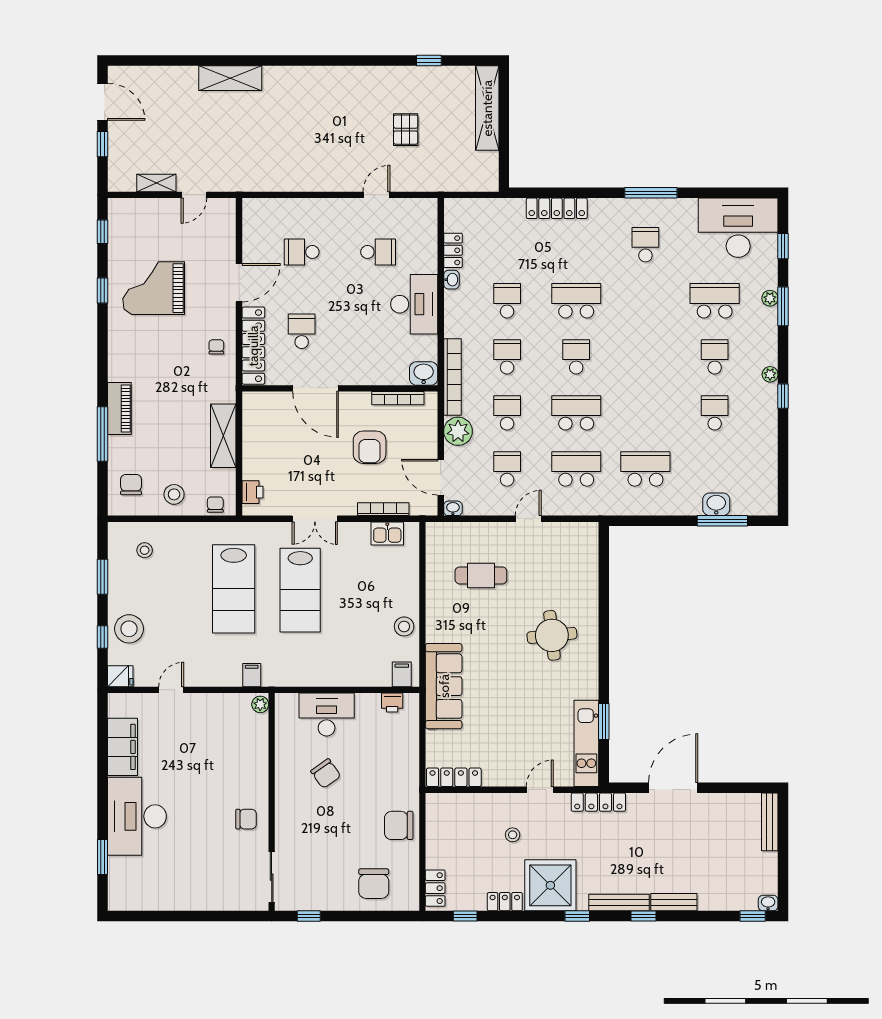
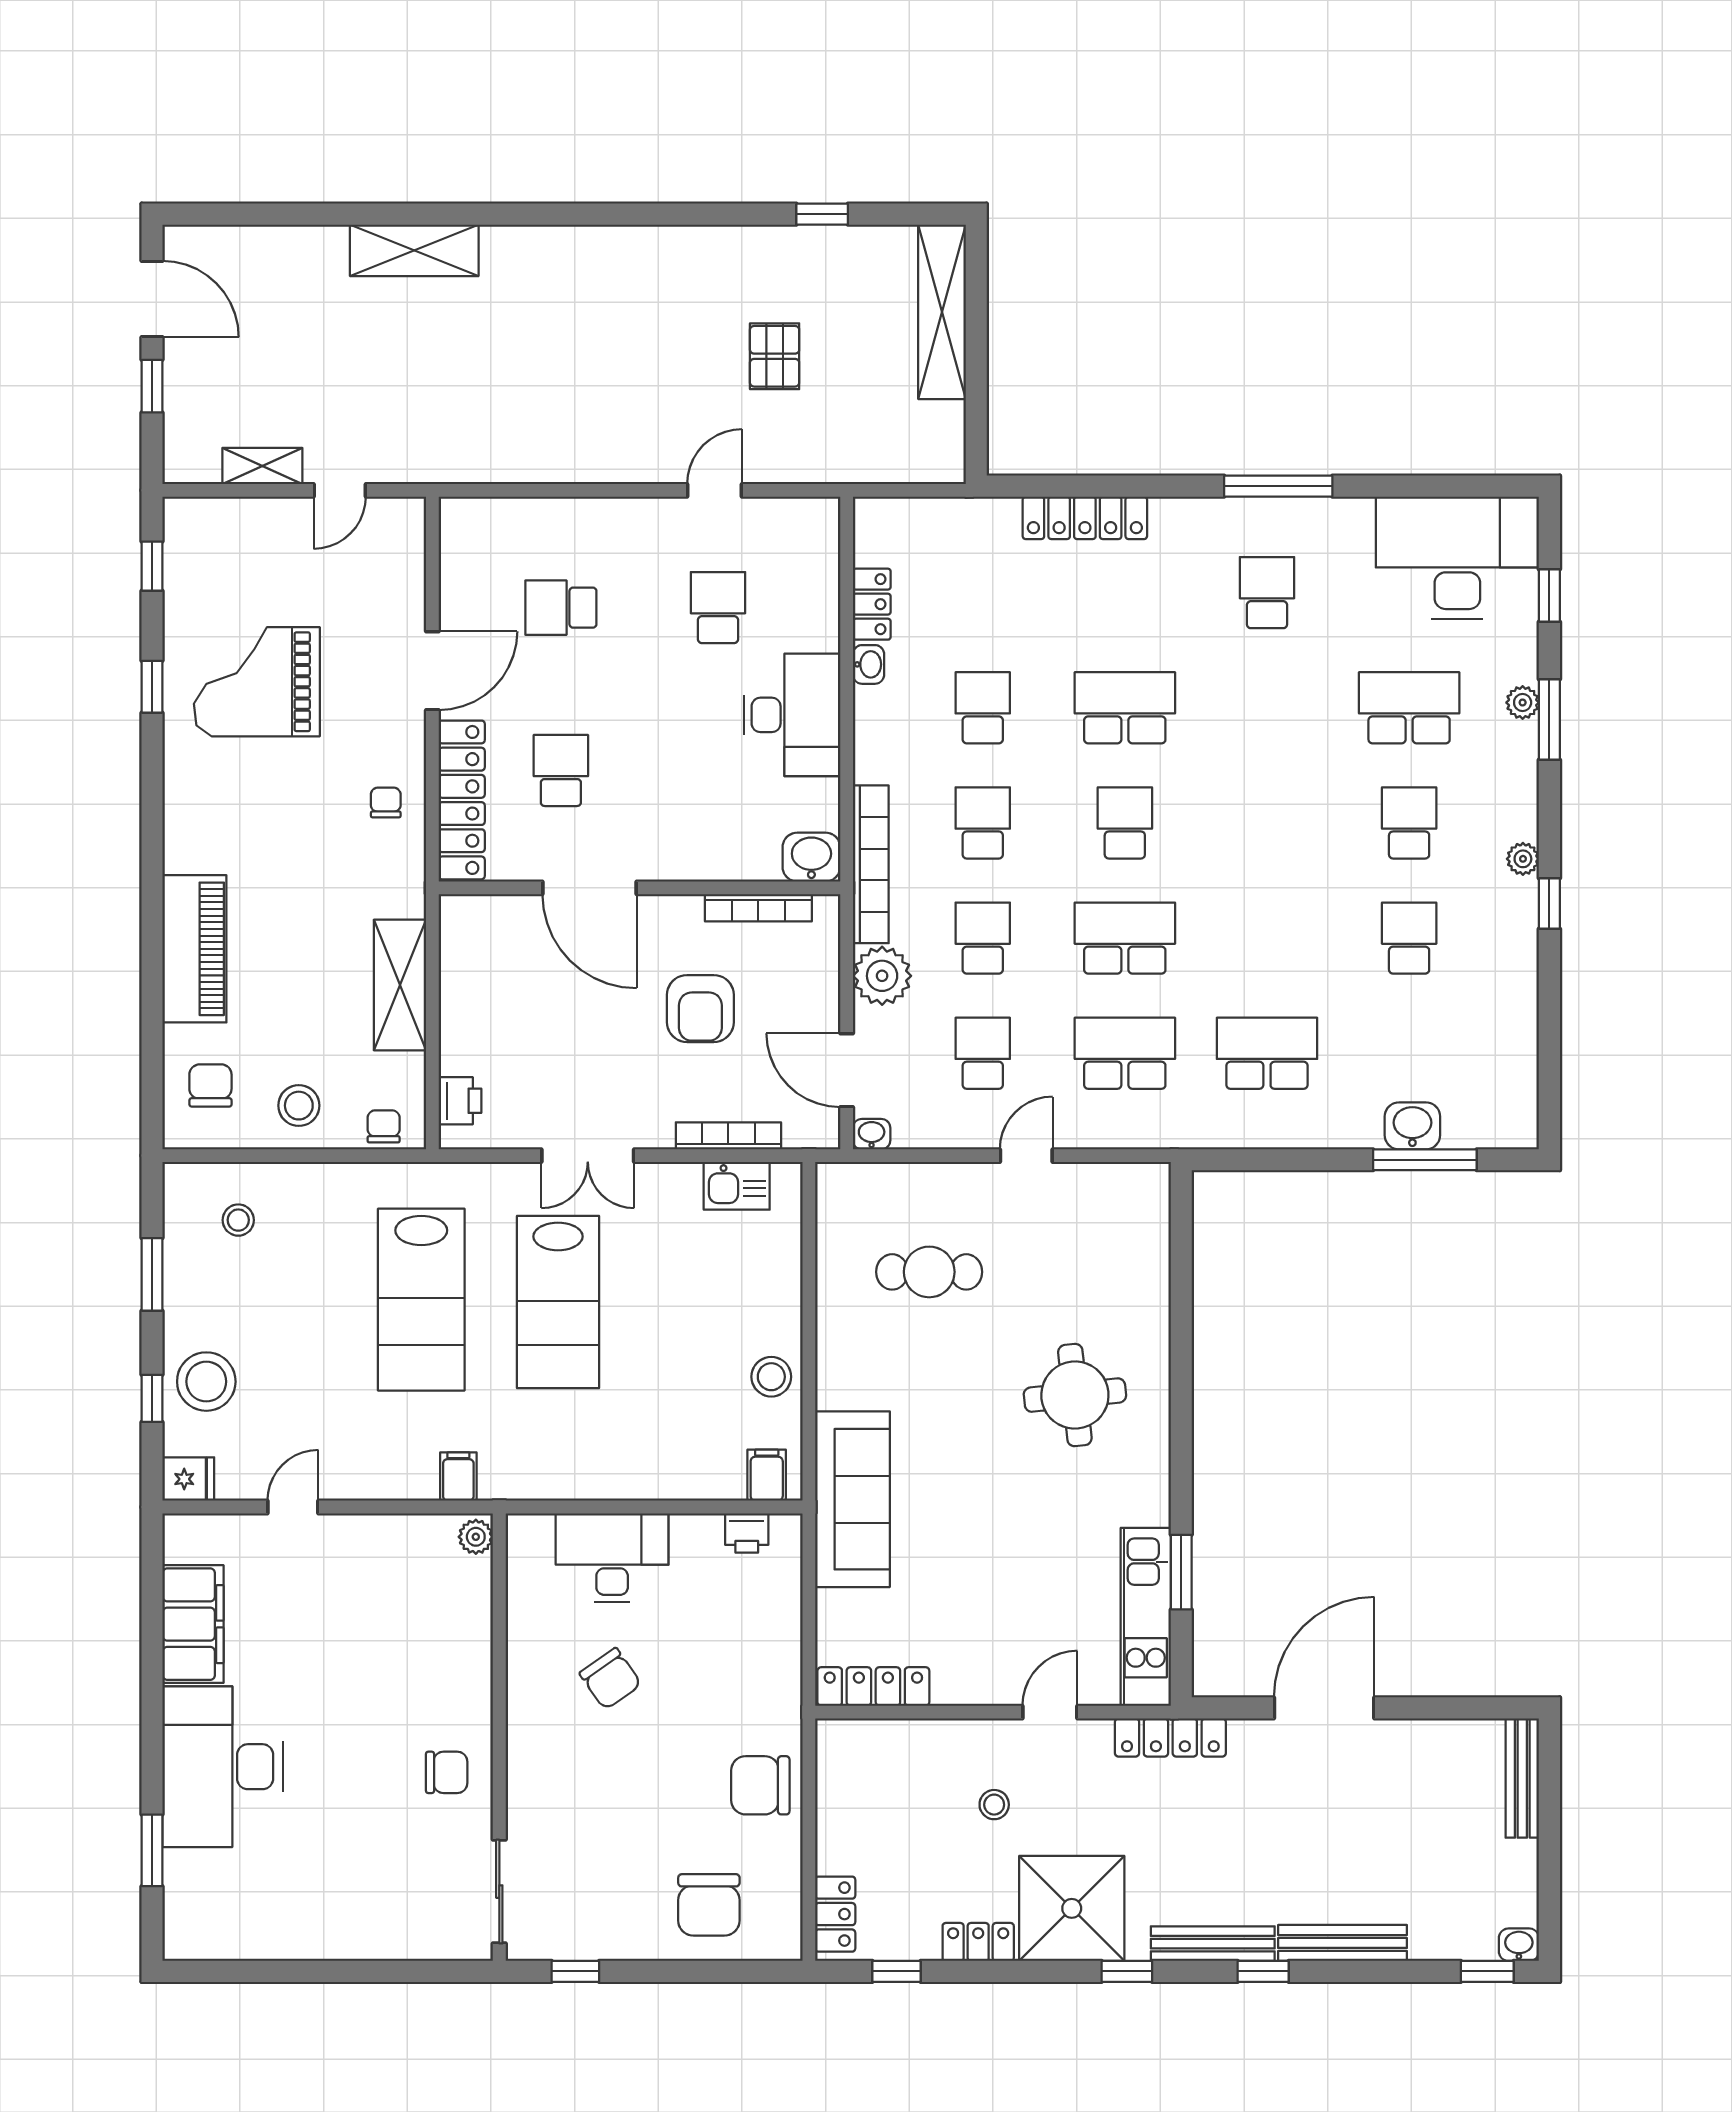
school desk: (378, 252) -> (718, 608), turned -90
piano: (119, 409) -> (194, 949), width x1.37, depth x1.33
window: (103, 434) -> (152, 981), removed
bench: (674, 902) -> (1342, 1943), width x1.36

